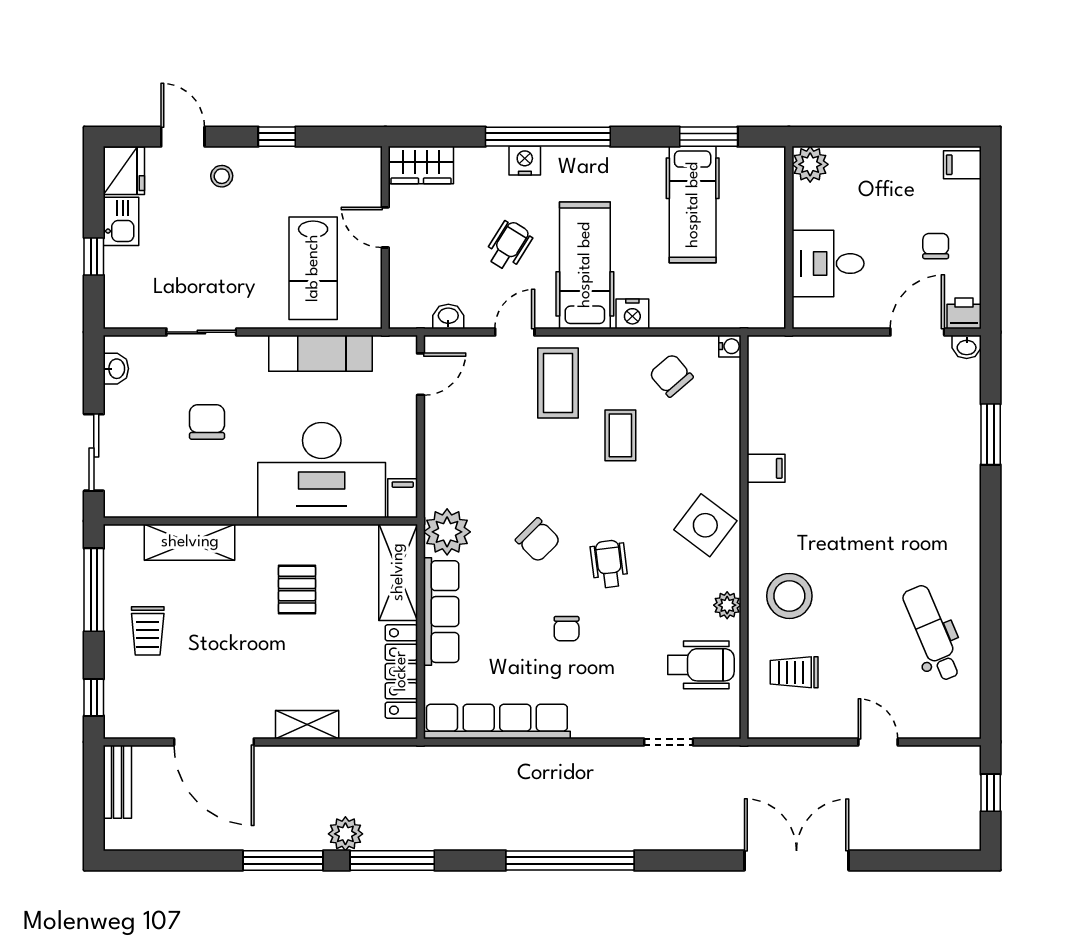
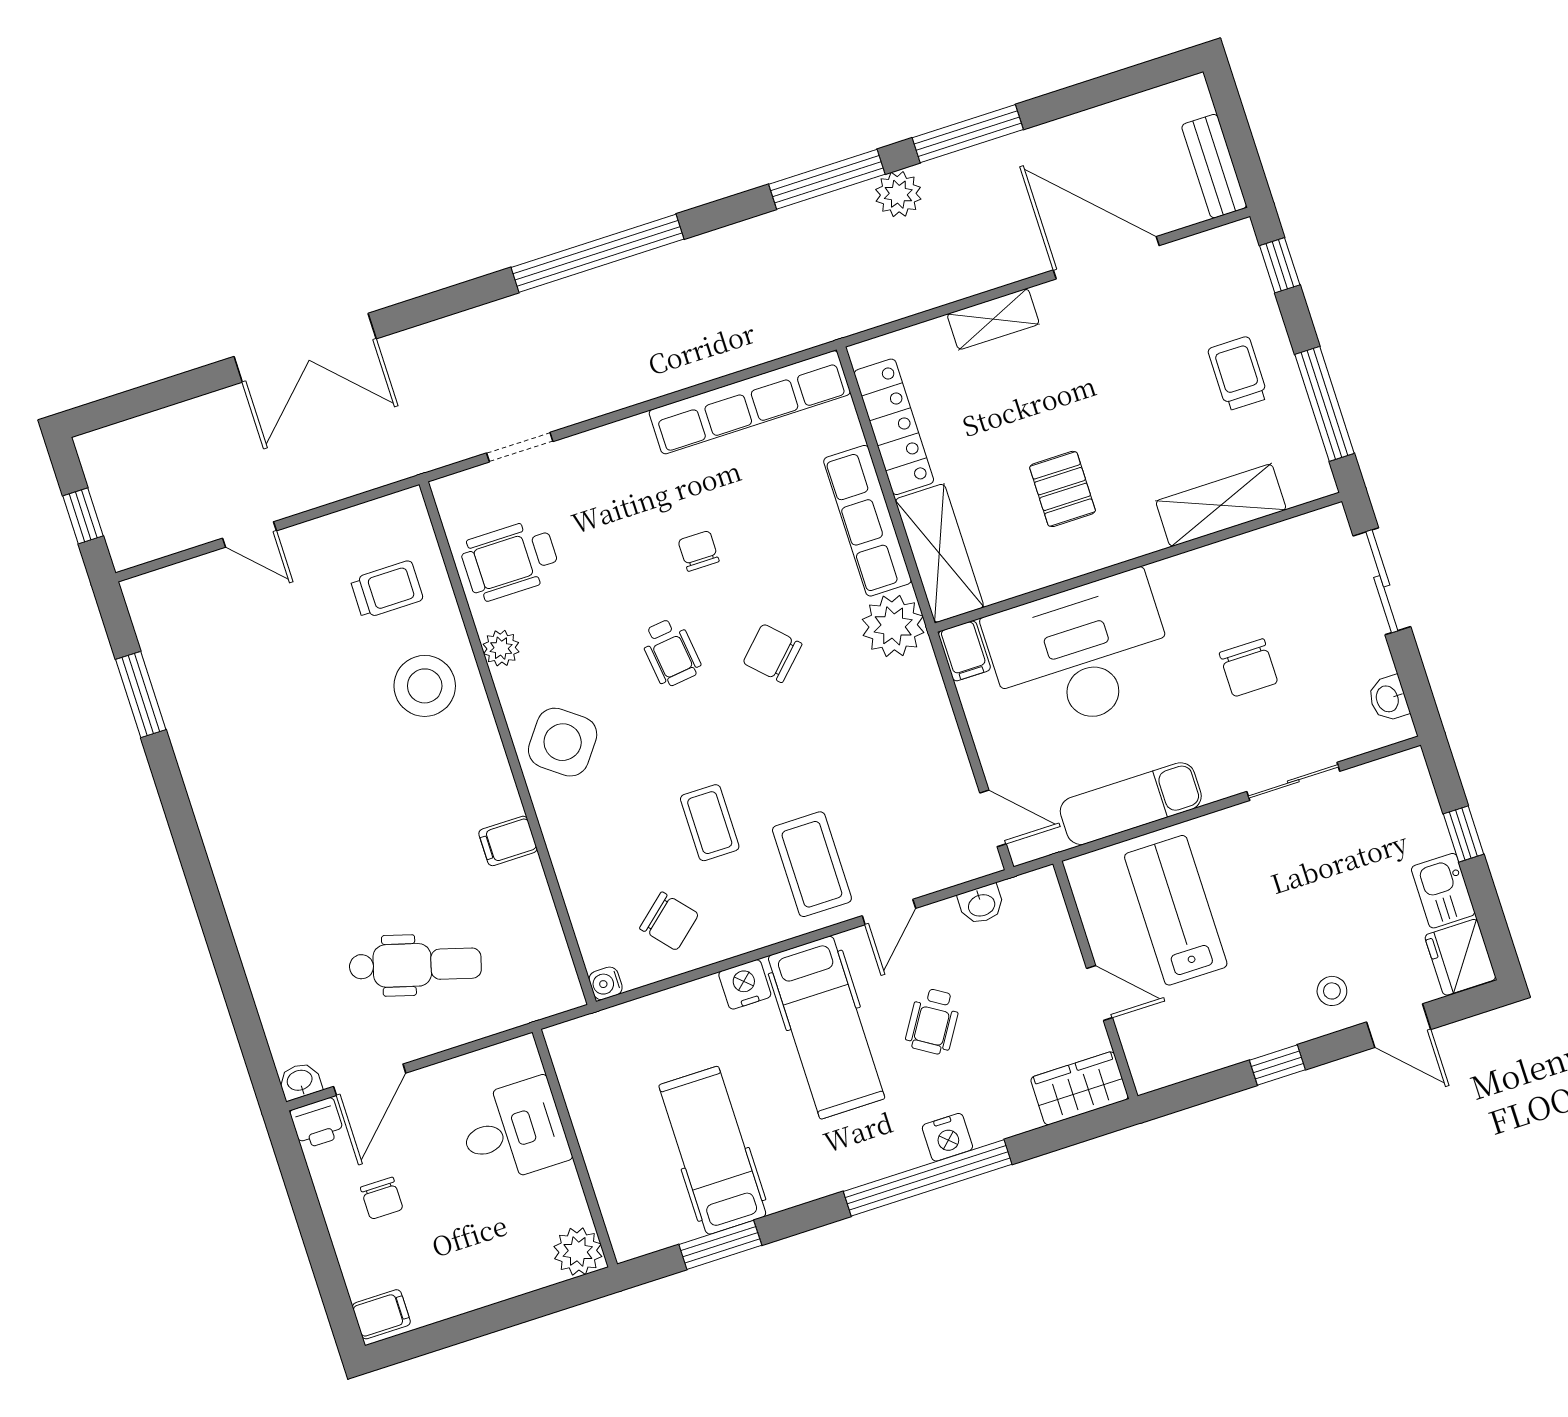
door: (421, 374) -> (993, 818), swing flipped
window: (991, 434) -> (141, 694), moved
dental chair: (932, 633) -> (415, 965), moved, turned -51

